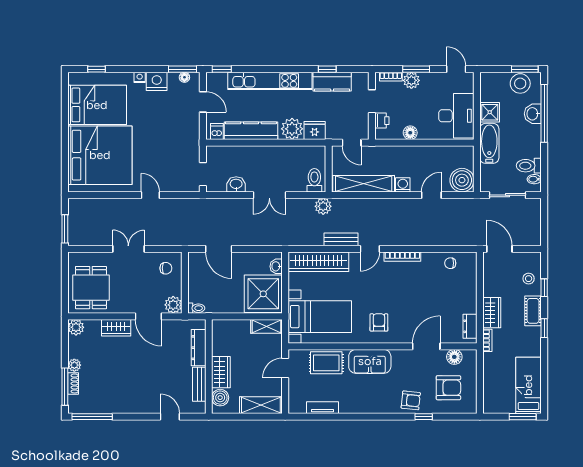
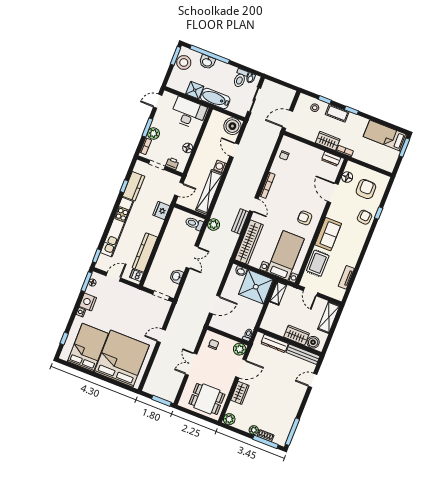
plant: (292, 129) -> (154, 225), removed
bench: (199, 384) -> (303, 354), width x1.36

